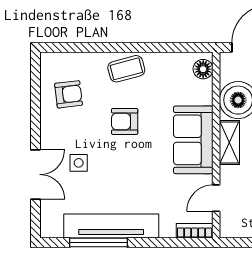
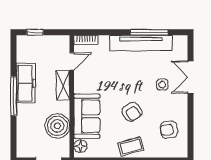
armchair: (125, 121) -> (132, 112), turned 56
sofa: (193, 140) -> (87, 116), moved
shelving: (229, 143) -> (63, 85), moved

